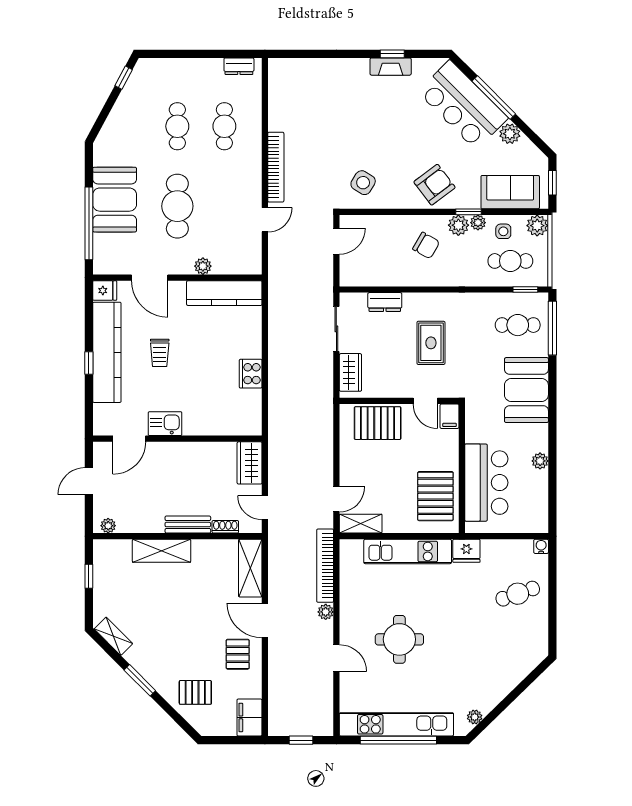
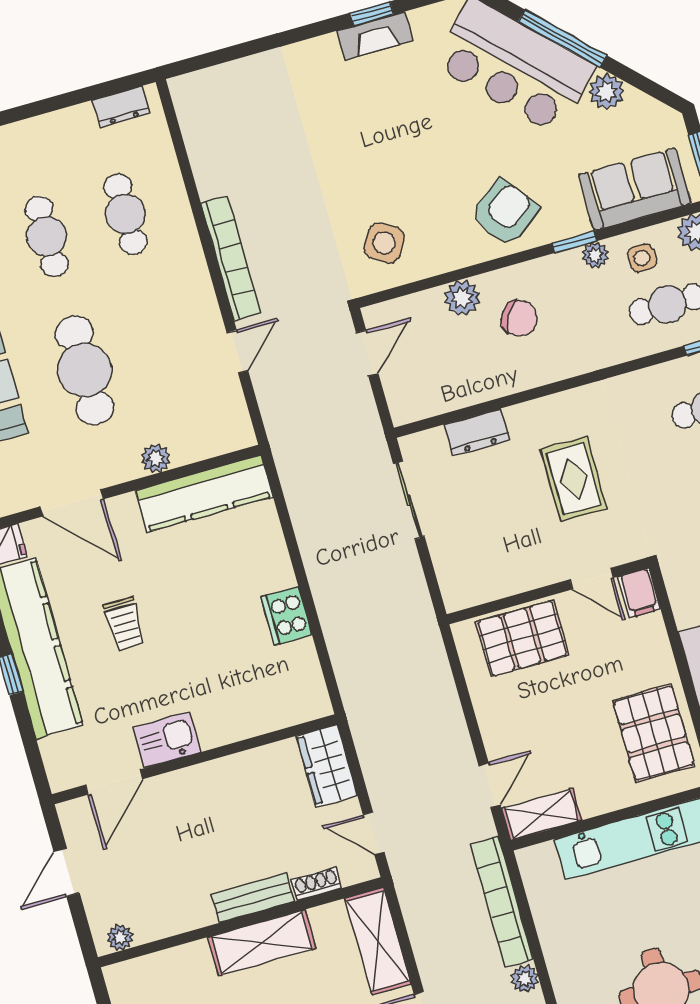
plant: (458, 225) -> (462, 298), moved
wardrobe: (350, 372) -> (453, 566), removed
shelving: (162, 551) -> (262, 943), moved

